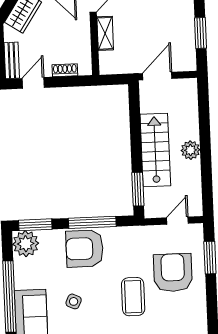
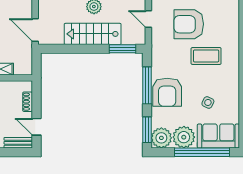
plant: (28, 272) -> (184, 137), added

